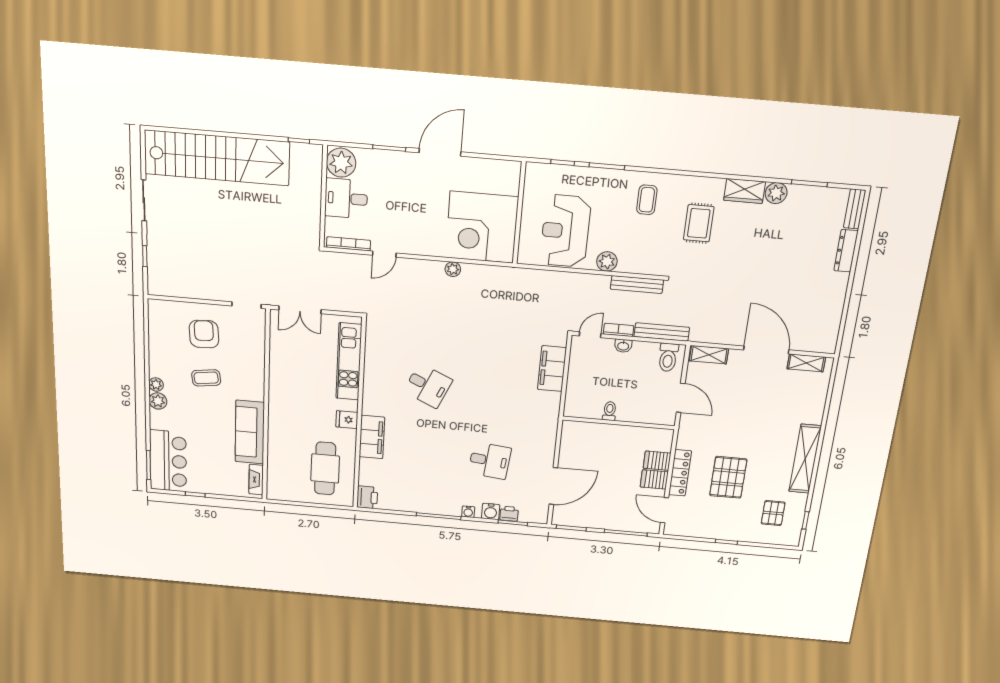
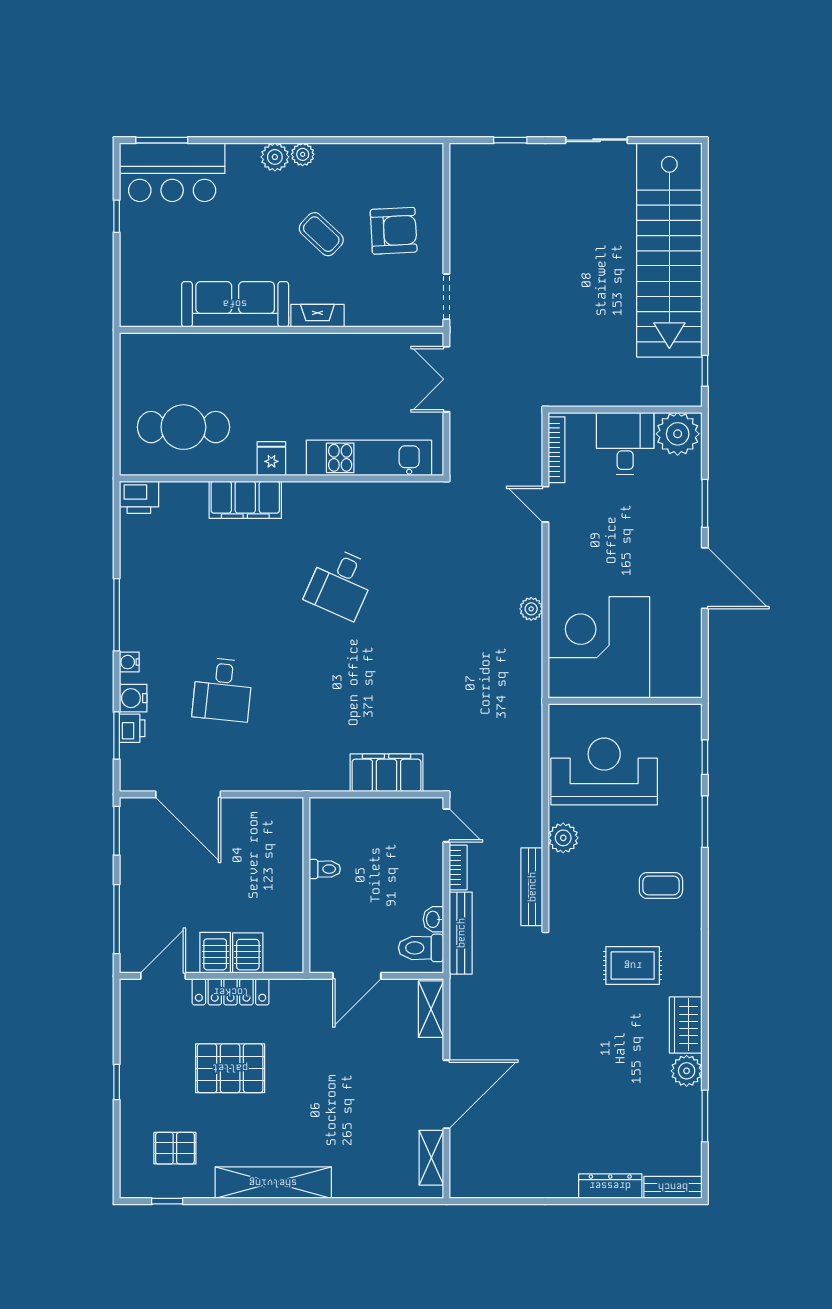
washbasin: (623, 346) -> (433, 919), moved
coffee table: (206, 378) -> (321, 234), turned -39
fireplace: (256, 480) -> (317, 316), moved

